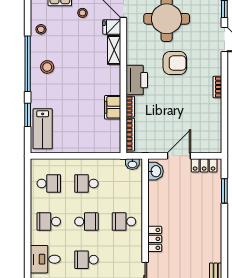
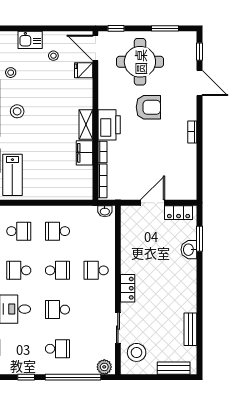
shelving: (114, 50) -> (86, 125), moved
washbasin: (155, 171) -> (189, 250), moved, turned 180

